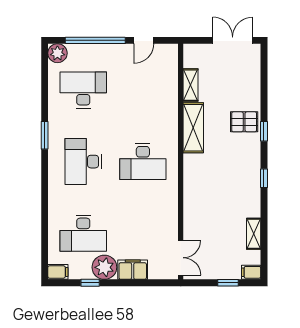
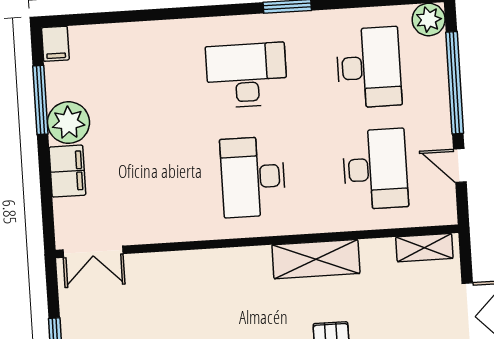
shelving: (190, 85) -> (424, 248), moved
desk: (83, 233) -> (375, 169), moved, turned 180
window: (90, 283) -> (40, 100), width x2.17

